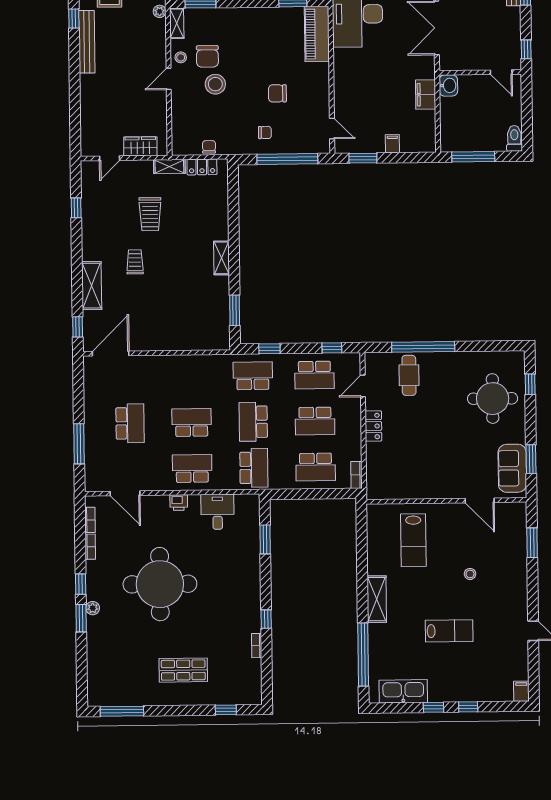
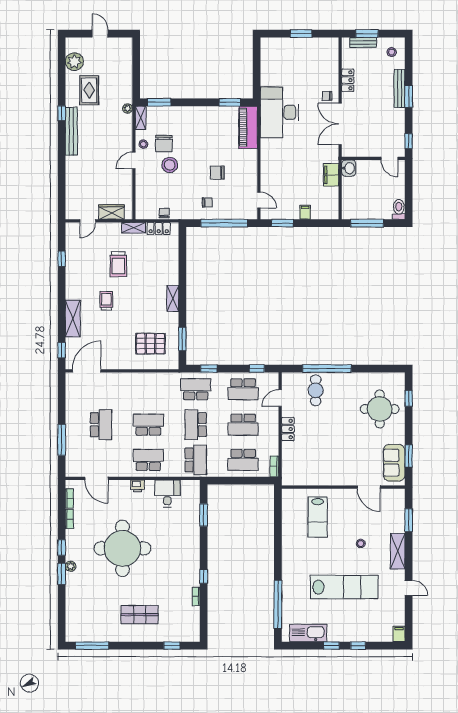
pallet: (193, 317) -> (150, 344), added
shelving: (377, 599) -> (398, 551), moved
lab bench: (449, 631) -> (344, 587), width x1.86, depth x1.39

